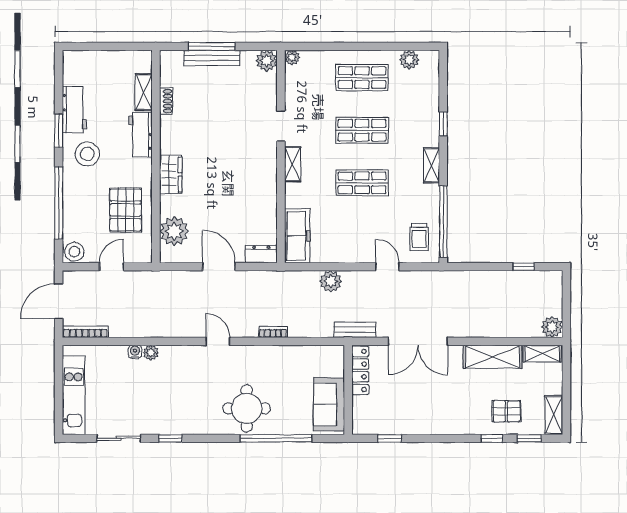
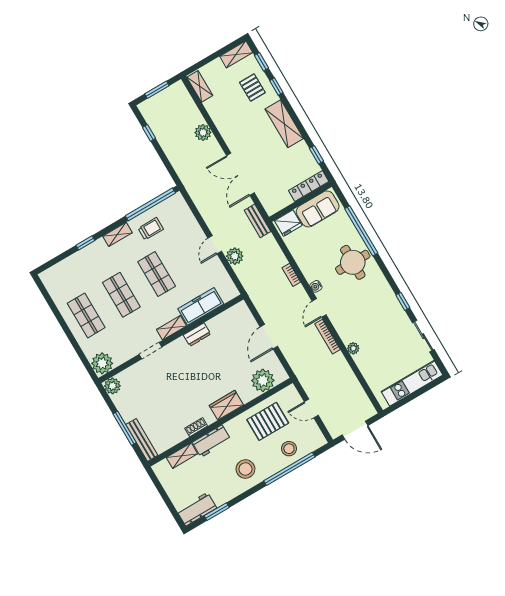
bench: (212, 58) -> (142, 440), moved
plant: (292, 58) -> (102, 363), width x1.88, depth x1.88
plant: (409, 60) -> (56, 291), removed
shoe rack: (166, 101) -> (196, 427), moved
workbench: (74, 110) -> (197, 509), moved
window: (59, 131) -> (217, 512), moved
freezer: (297, 236) -> (201, 306), moved
trolley: (419, 237) -> (151, 229), moved
stool: (74, 252) -> (289, 449), moved
dresser: (261, 254) -> (197, 335), moved, turned -90
door: (387, 267) -> (215, 245), moved
window: (566, 304) -> (157, 90), added
plant: (552, 327) -> (203, 133), moved
bookcase: (85, 332) -> (328, 337), moved
double door: (418, 341) -> (240, 174), swing flipped
water cooler: (135, 352) -> (316, 286), moved
shelving: (493, 357) -> (284, 124), moved
fridge: (332, 362) -> (288, 223), added
locker: (360, 370) -> (309, 186), moved

